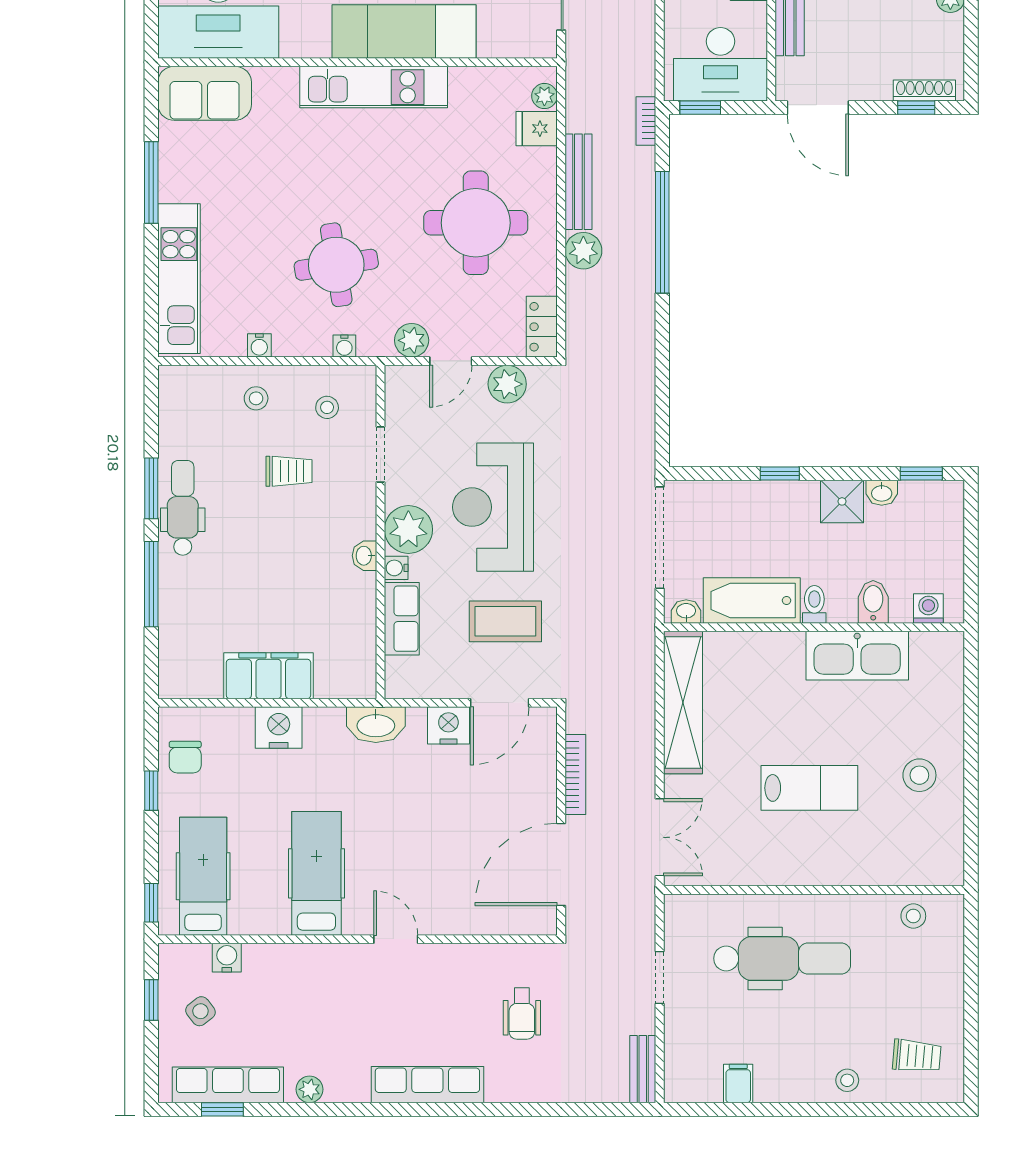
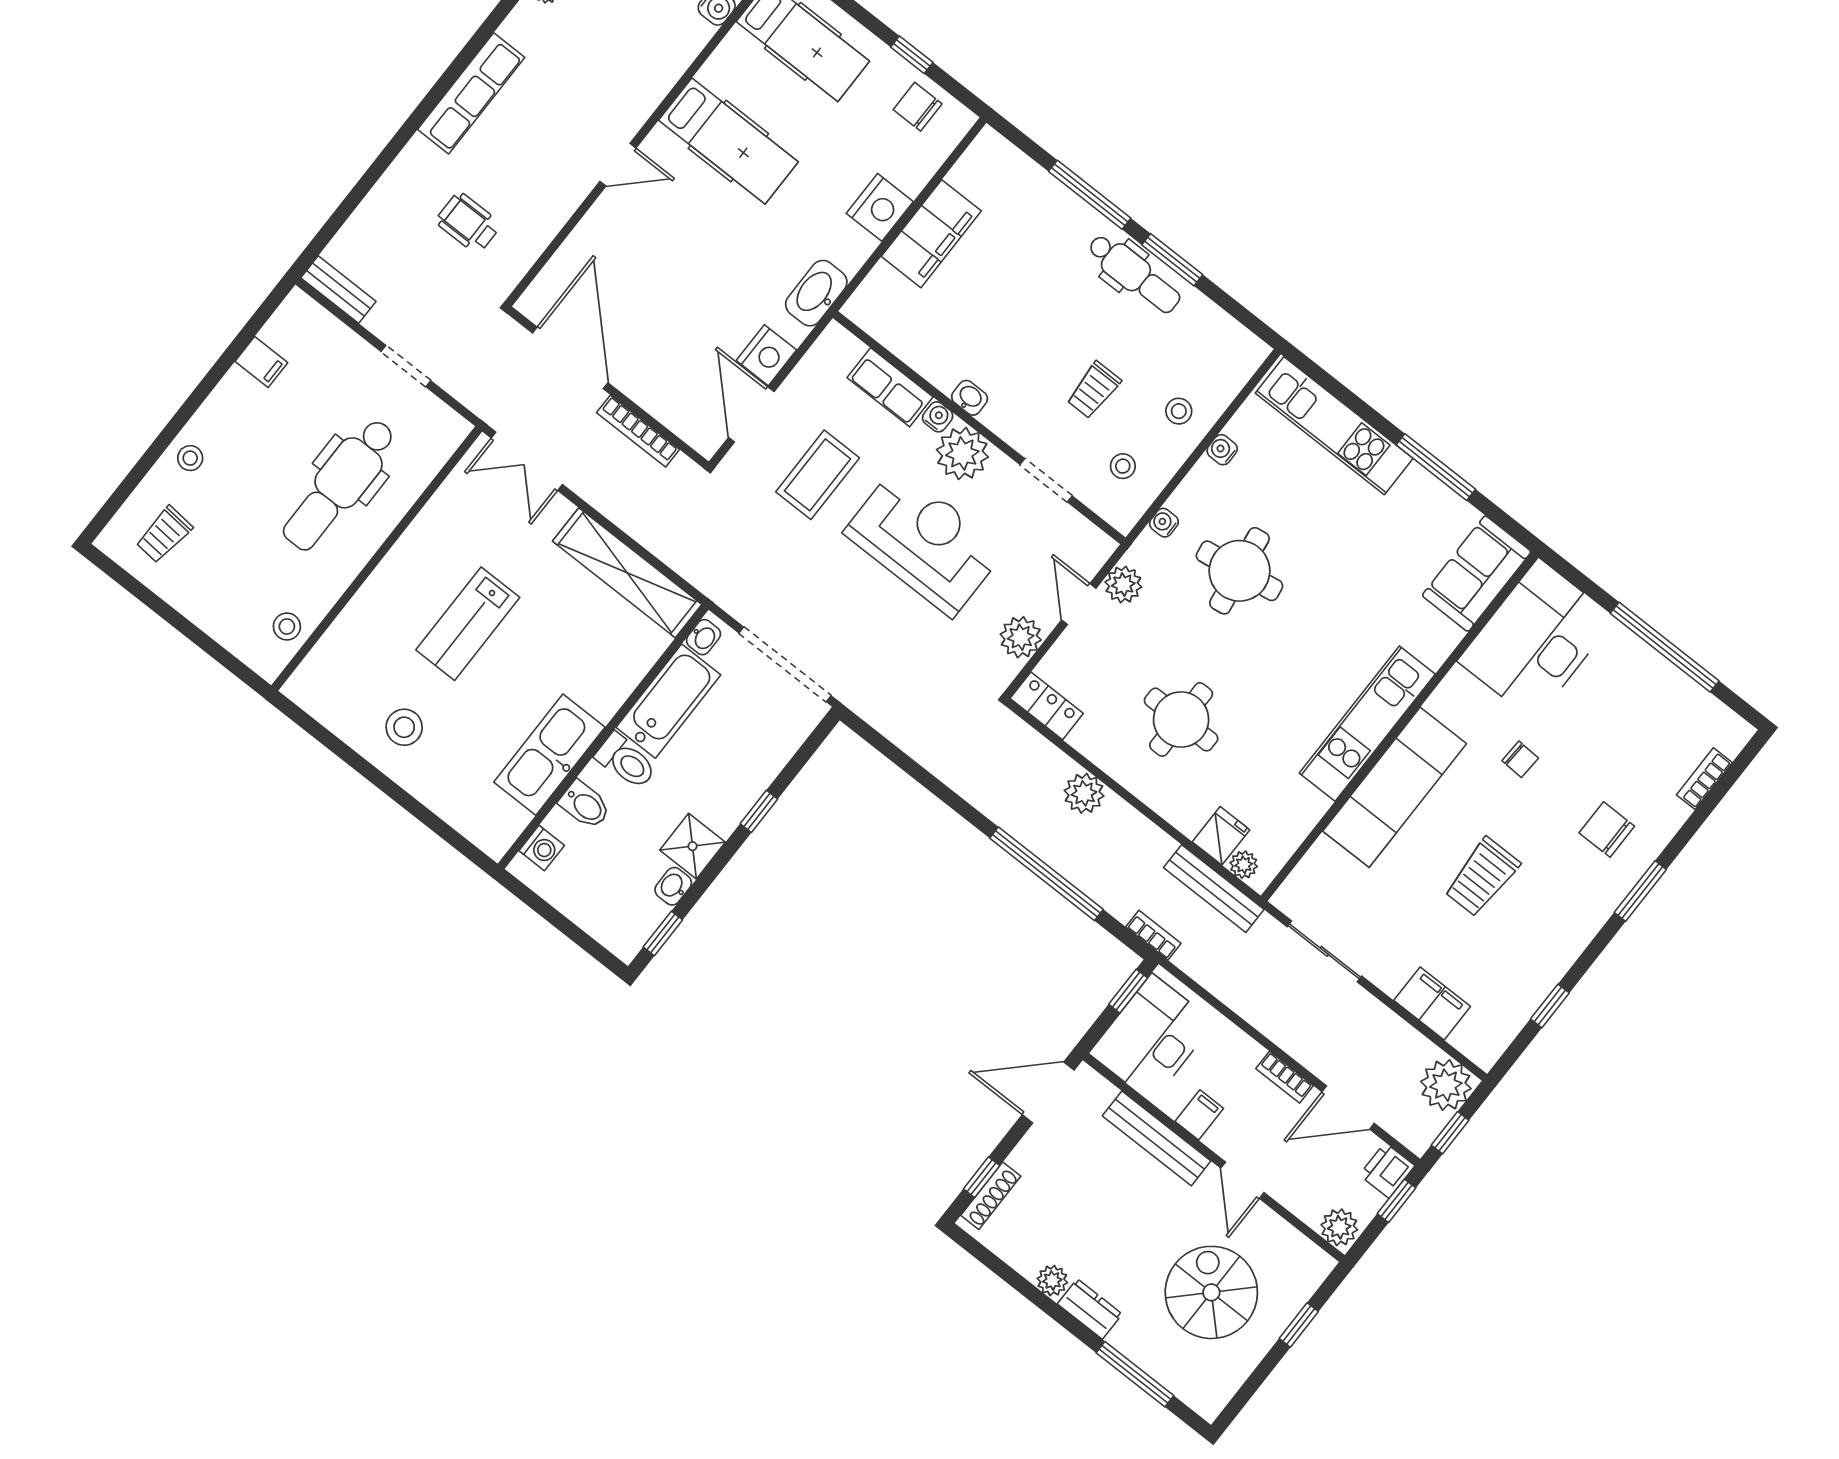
bench: (578, 182) -> (1214, 889), moved
round table: (476, 223) -> (1181, 720), width x0.73, depth x0.73
toilet: (814, 604) -> (626, 761), width x1.37, depth x1.39

